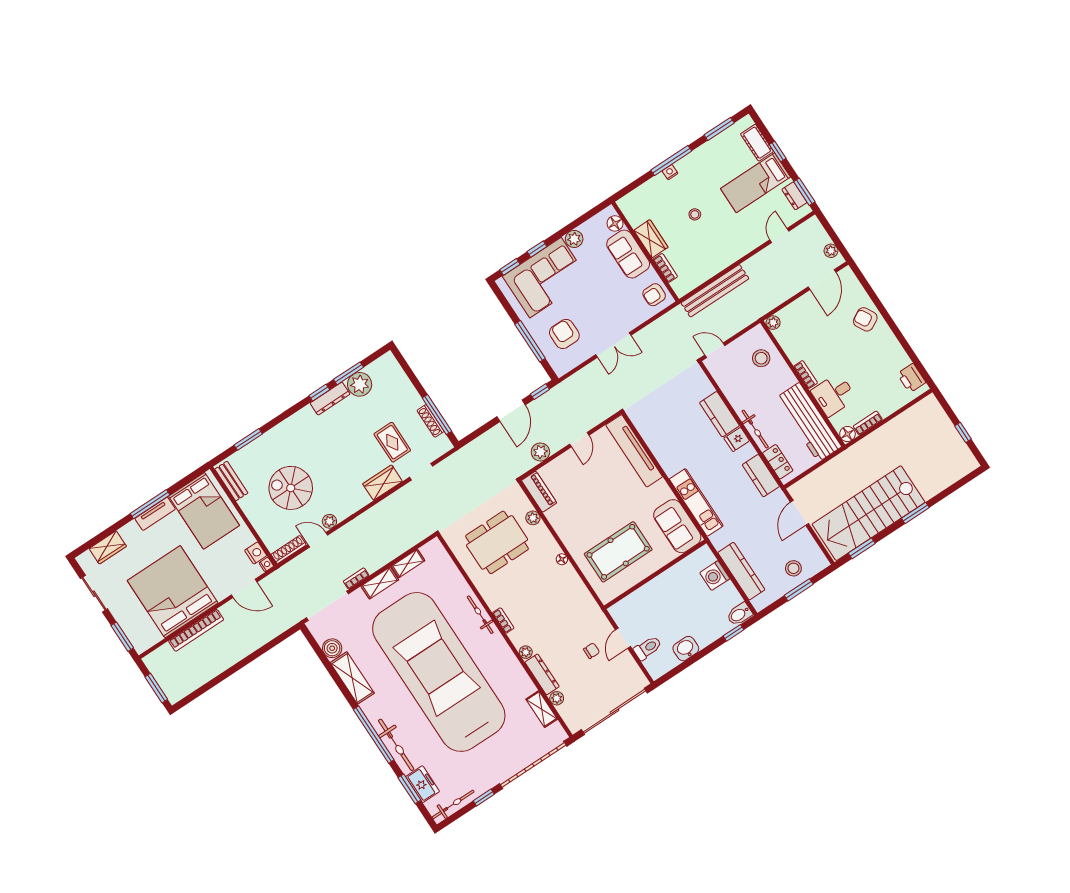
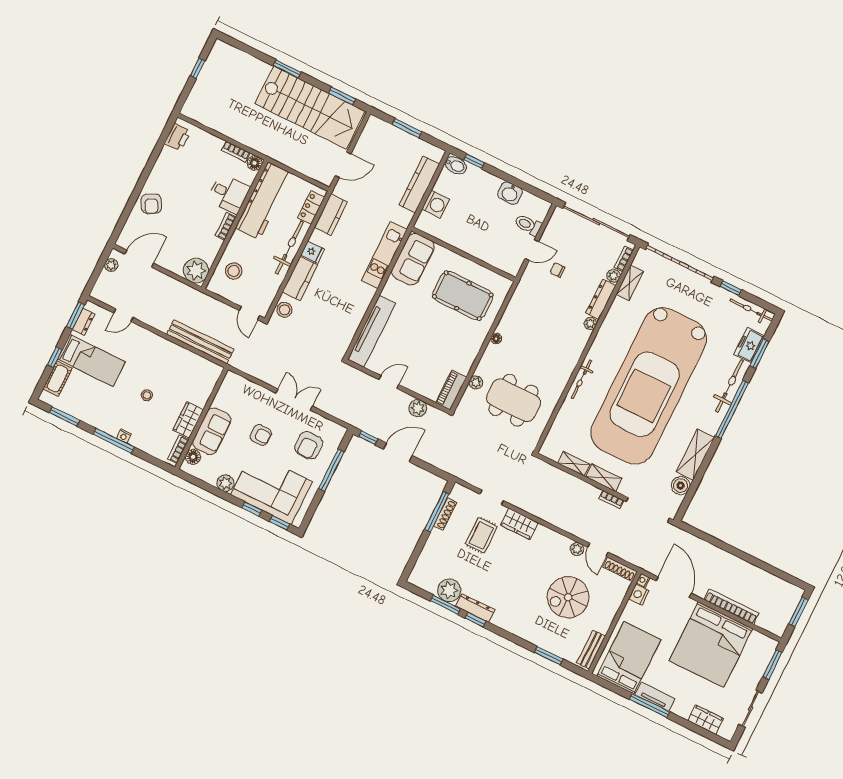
bookcase: (665, 268) -> (178, 449), moved
armchair: (654, 295) -> (261, 435), moved
plant: (773, 323) -> (196, 271), width x1.88, depth x1.88
bicycle: (755, 429) -> (289, 248), width x1.37, depth x1.40
spiral stairs: (291, 488) -> (568, 597), turned 90
stool: (793, 568) -> (284, 310), moved
door: (244, 588) -> (674, 587), width x1.36
bookcase: (503, 620) -> (624, 259), moved

